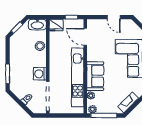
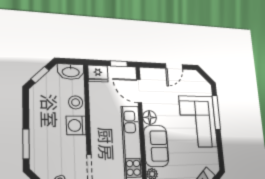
door: (114, 17) -> (174, 66), hinge flipped
floor lamp: (92, 56) -> (150, 117), added
washing machine: (40, 74) -> (76, 125), moved

